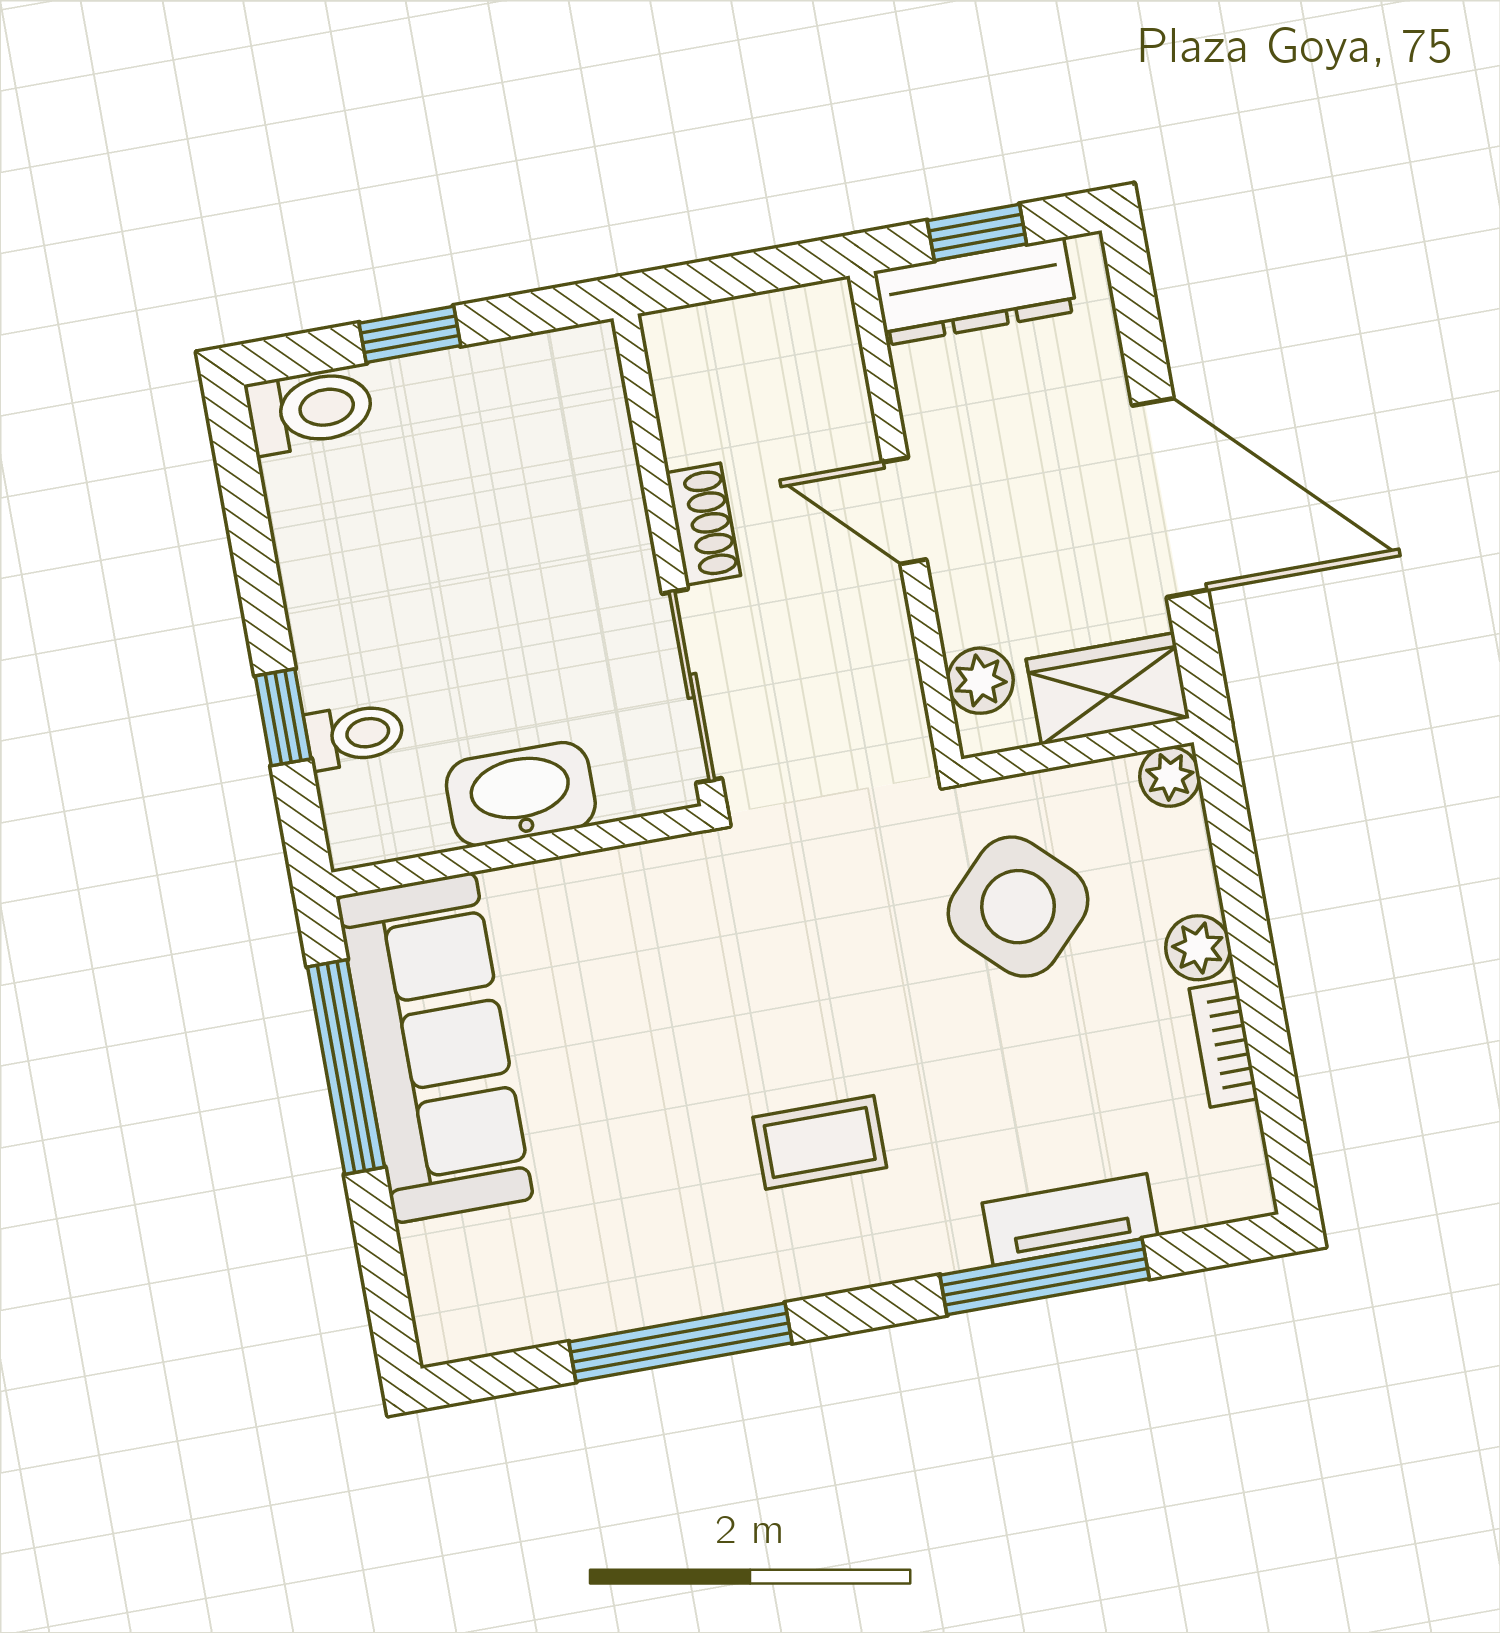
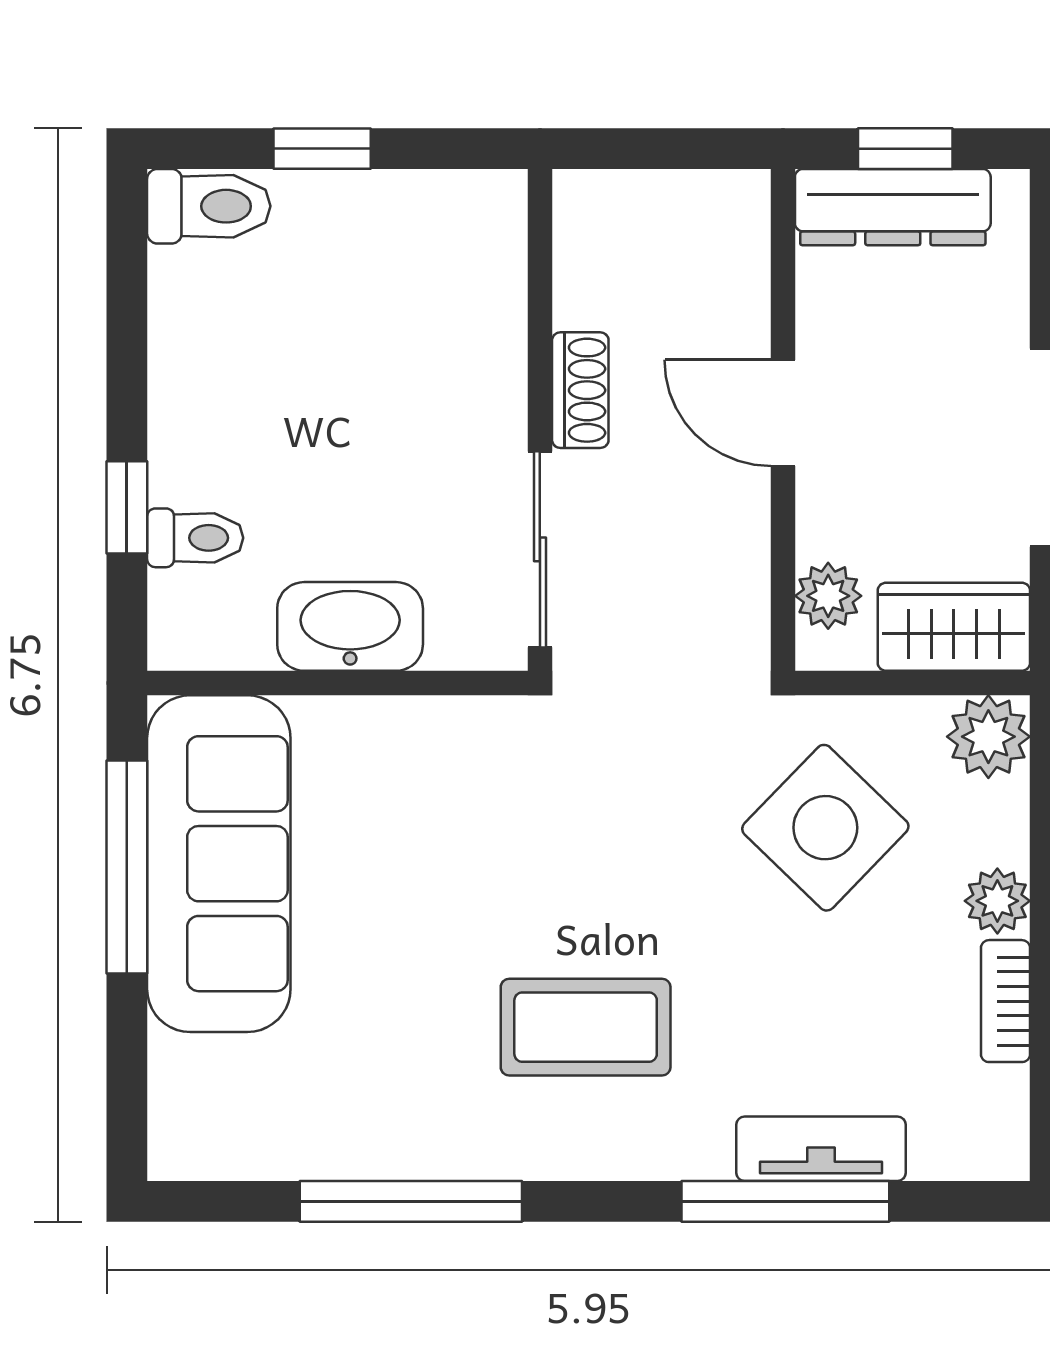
plant: (1170, 777) -> (988, 737), width x1.38, depth x1.38
coffee table: (820, 1142) -> (586, 1027), width x1.36, depth x1.30

